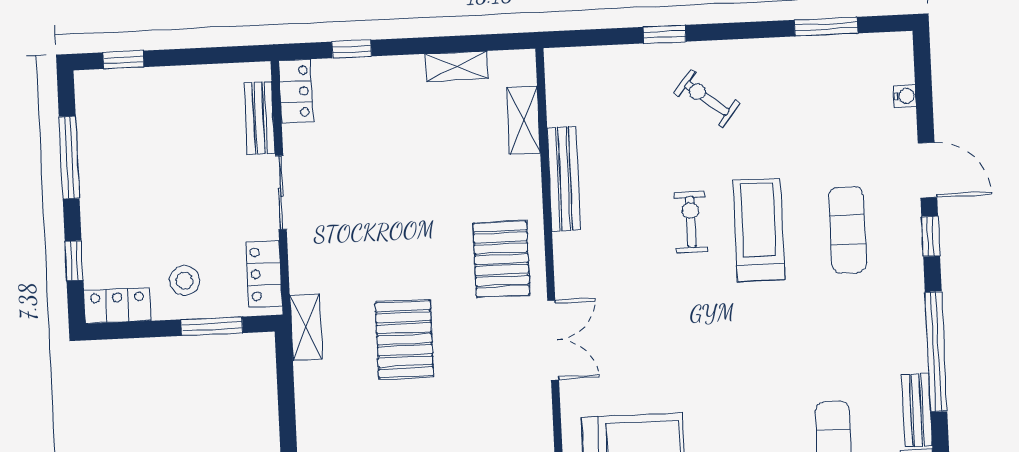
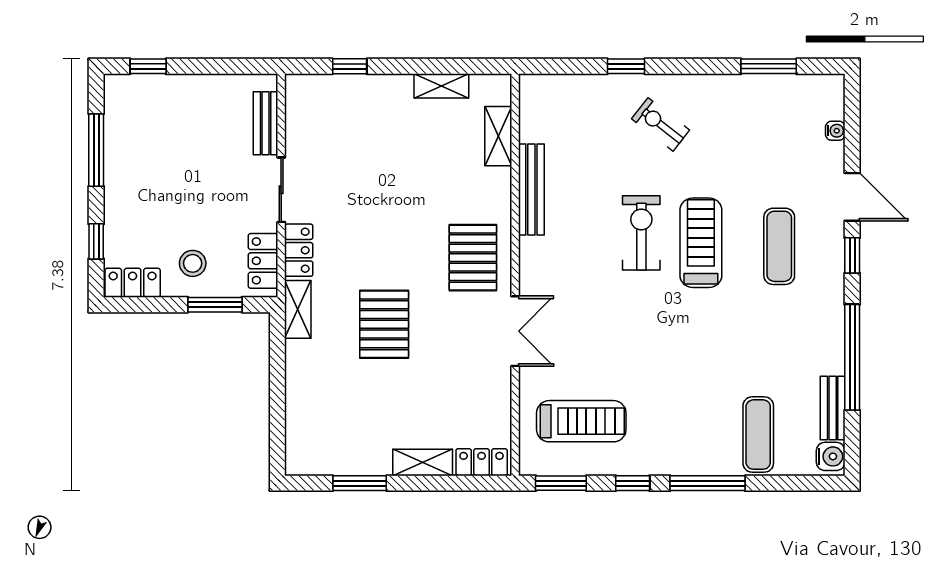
locker: (296, 91) -> (299, 250), moved
exercise bike: (691, 222) -> (641, 233), width x1.38, depth x1.39

